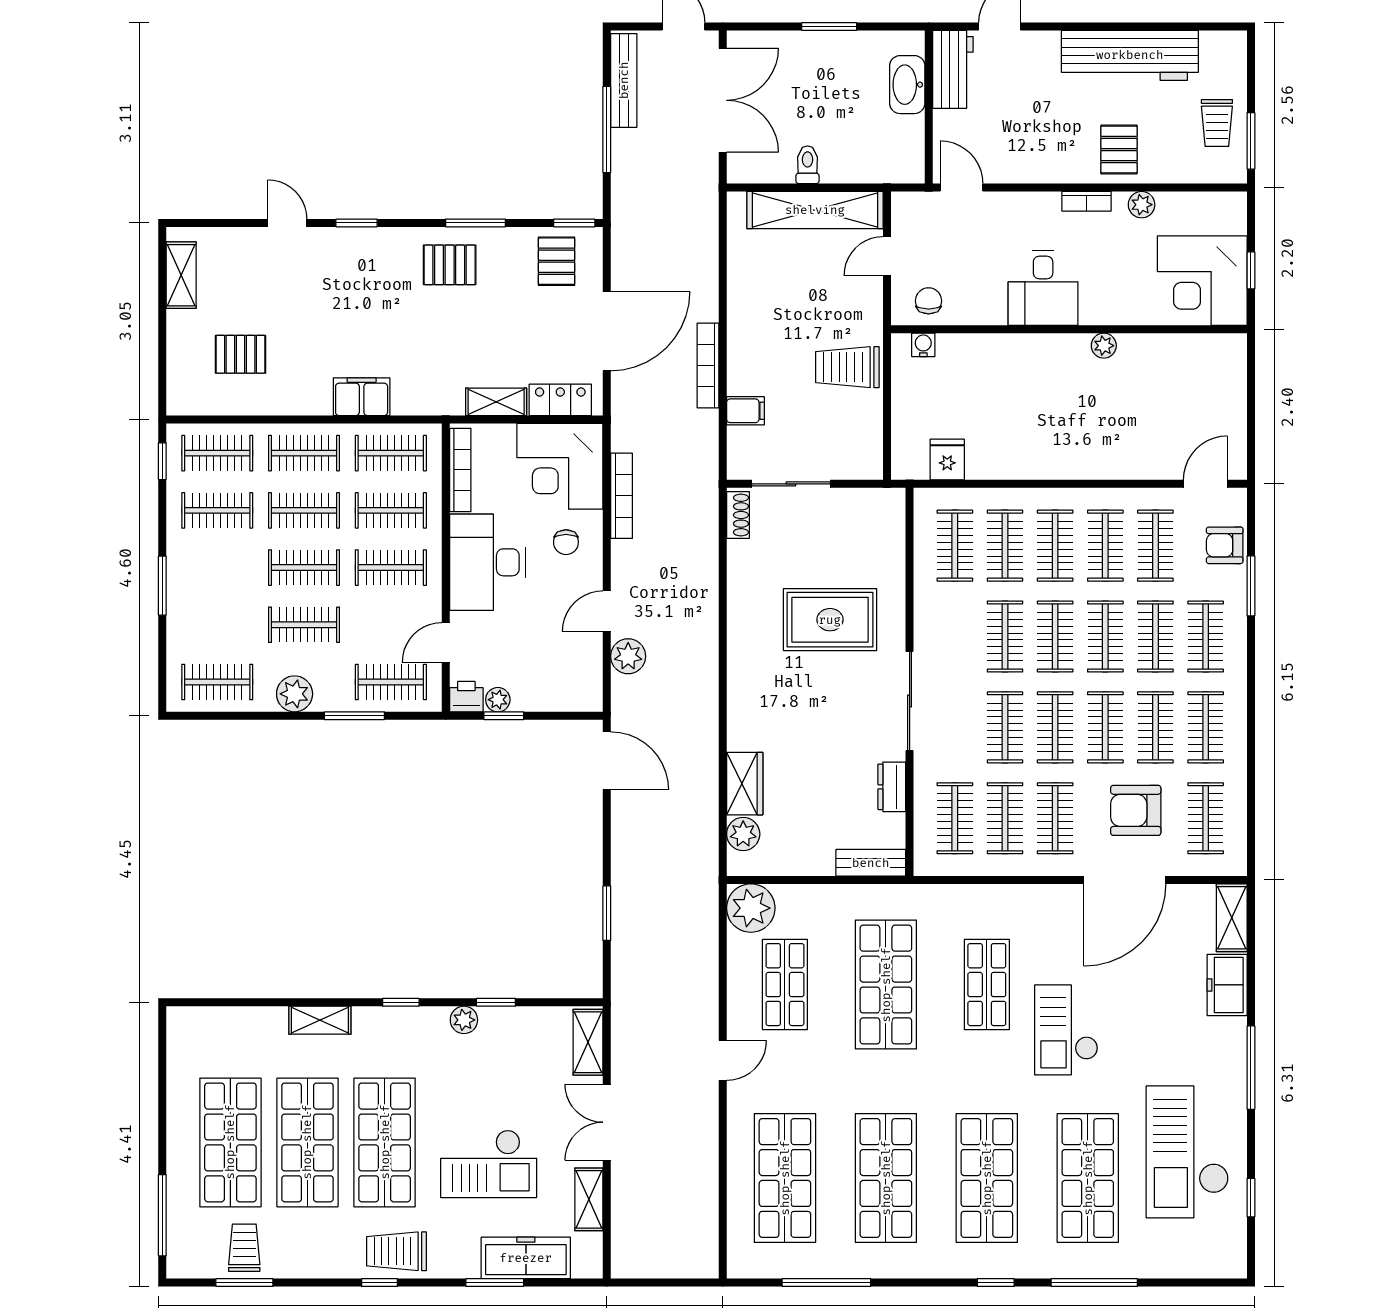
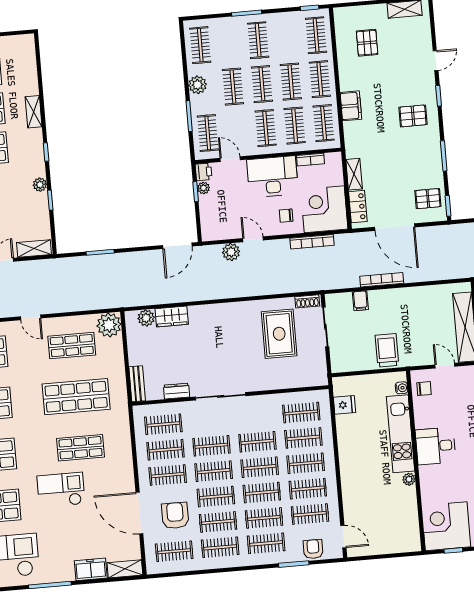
pallet: (450, 265) -> (413, 116), moved, turned 90
kitchen unit: (1013, 354) -> (401, 434), added
bookcase: (460, 470) -> (310, 160), width x0.64
clothes rail: (217, 510) -> (258, 40), moved
rug: (830, 620) -> (279, 334), moved

